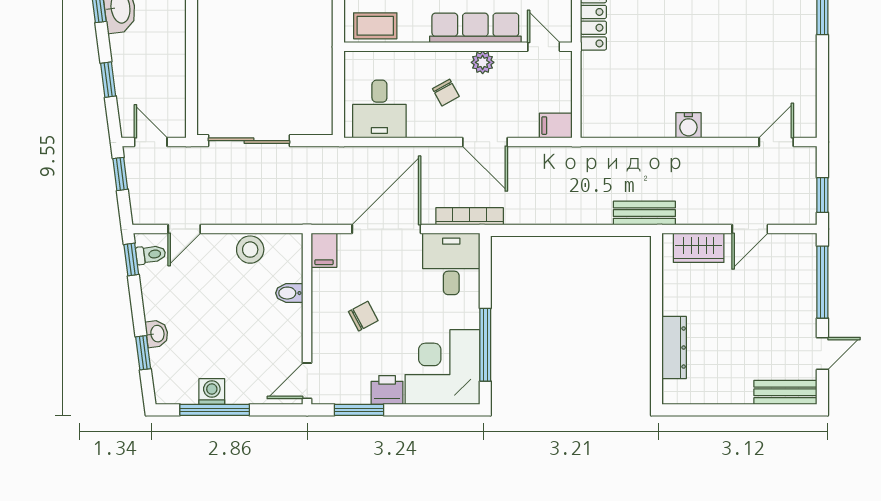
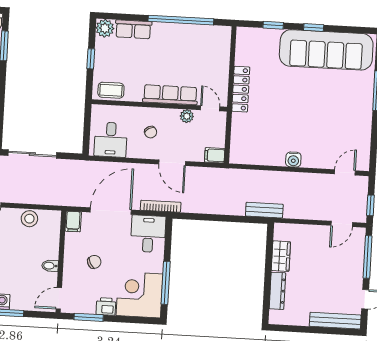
plant: (483, 62) -> (187, 116), moved
door: (750, 229) -> (342, 224), moved
wardrobe: (699, 248) -> (281, 256), moved, turned -90
bidet: (289, 293) -> (50, 266), moved
bench: (785, 392) -> (335, 321), width x1.36

